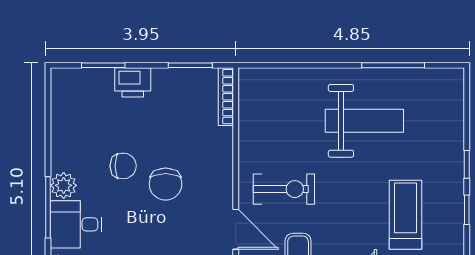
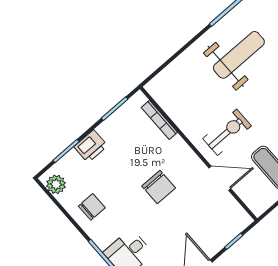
bookcase: (226, 97) -> (159, 120), moved
chair: (123, 166) -> (92, 207), moved
plant: (64, 185) -> (56, 184), moved

